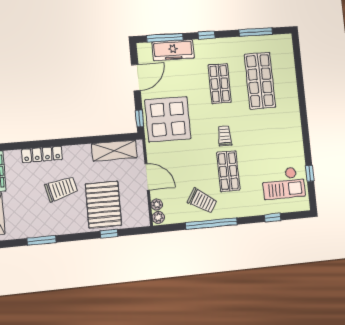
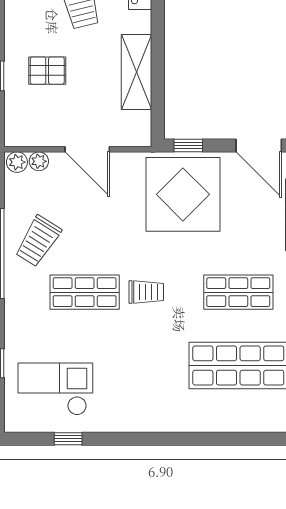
shelving: (114, 151) -> (137, 72), moved
door: (147, 177) -> (87, 149), hinge flipped
checkout: (283, 183) -> (55, 389), turned 90
pallet: (103, 205) -> (47, 71), width x0.49, depth x0.50

